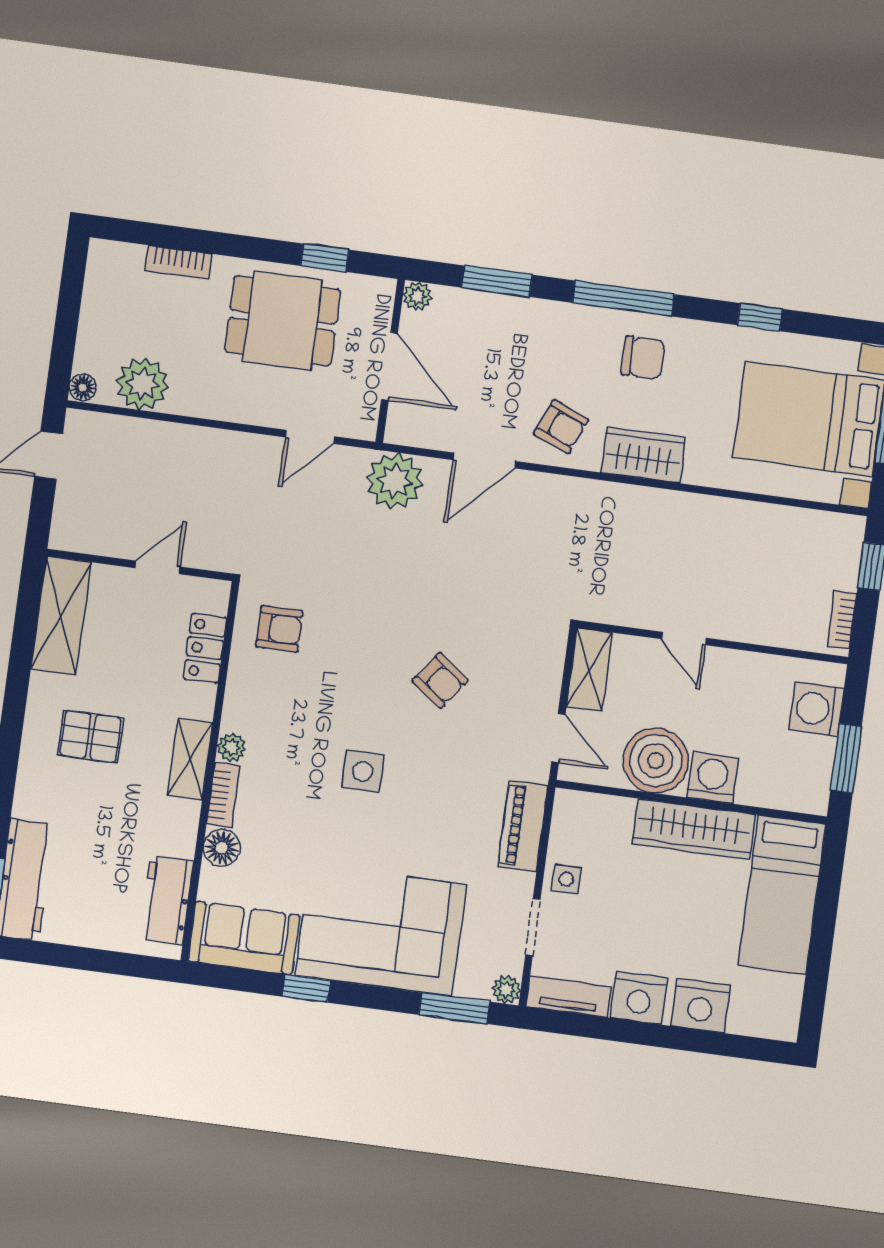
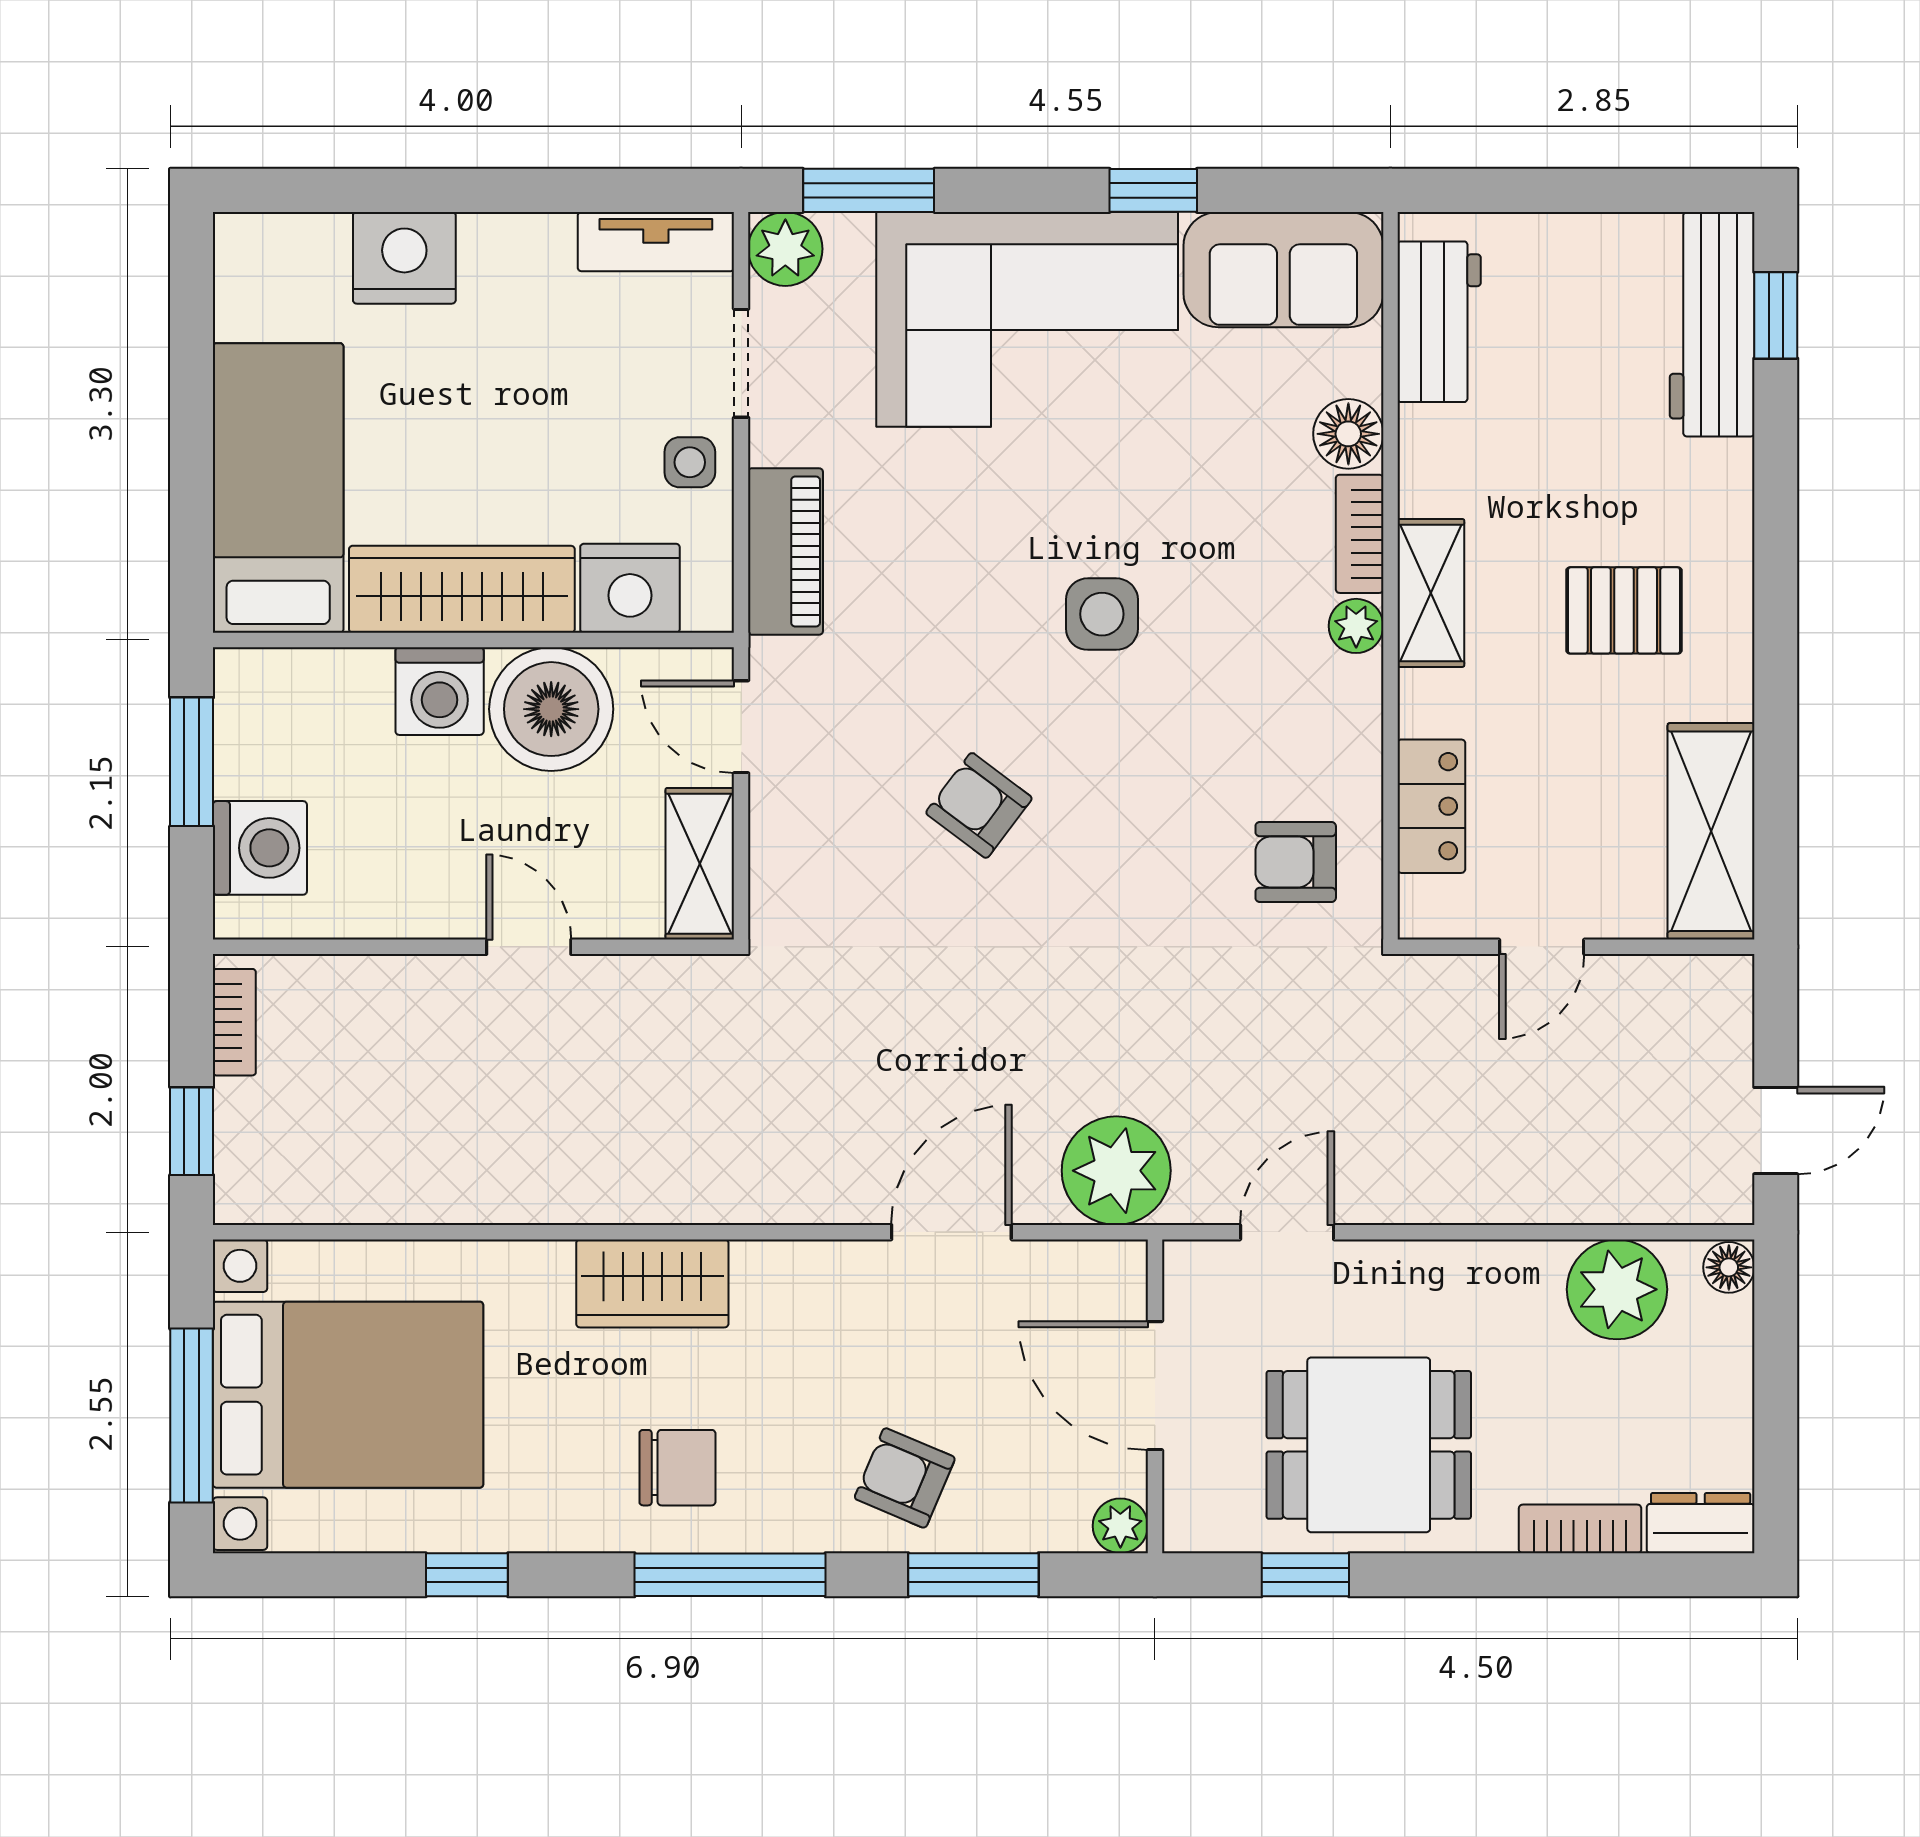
dresser: (115, 257) -> (1701, 1523), added
chair: (643, 358) -> (677, 1468), turned 180
armchair: (561, 427) -> (905, 1478), moved
plant: (506, 990) -> (785, 249), width x1.38, depth x1.38
nightstand: (639, 998) -> (630, 588), moved, turned 180

